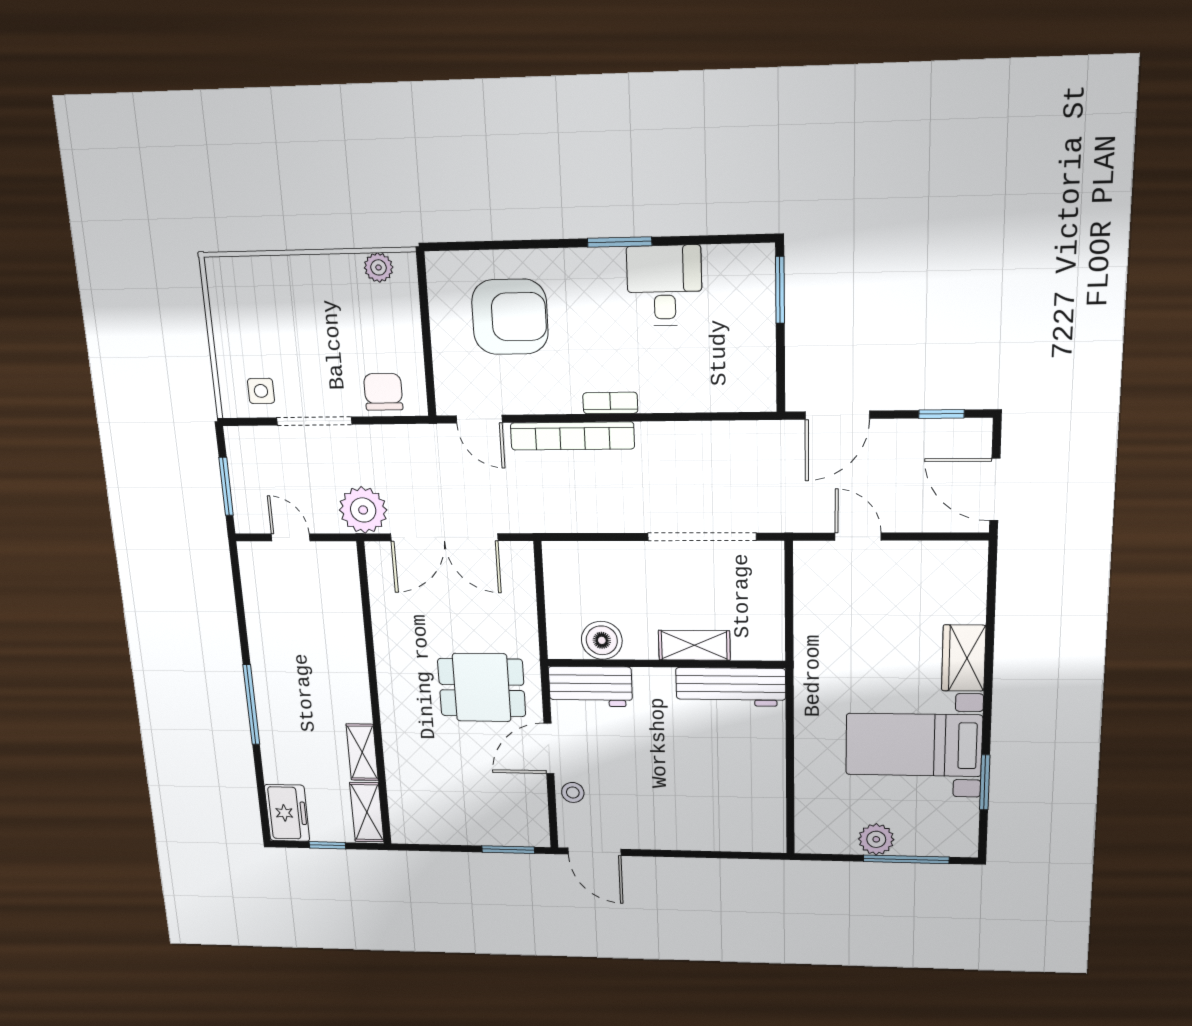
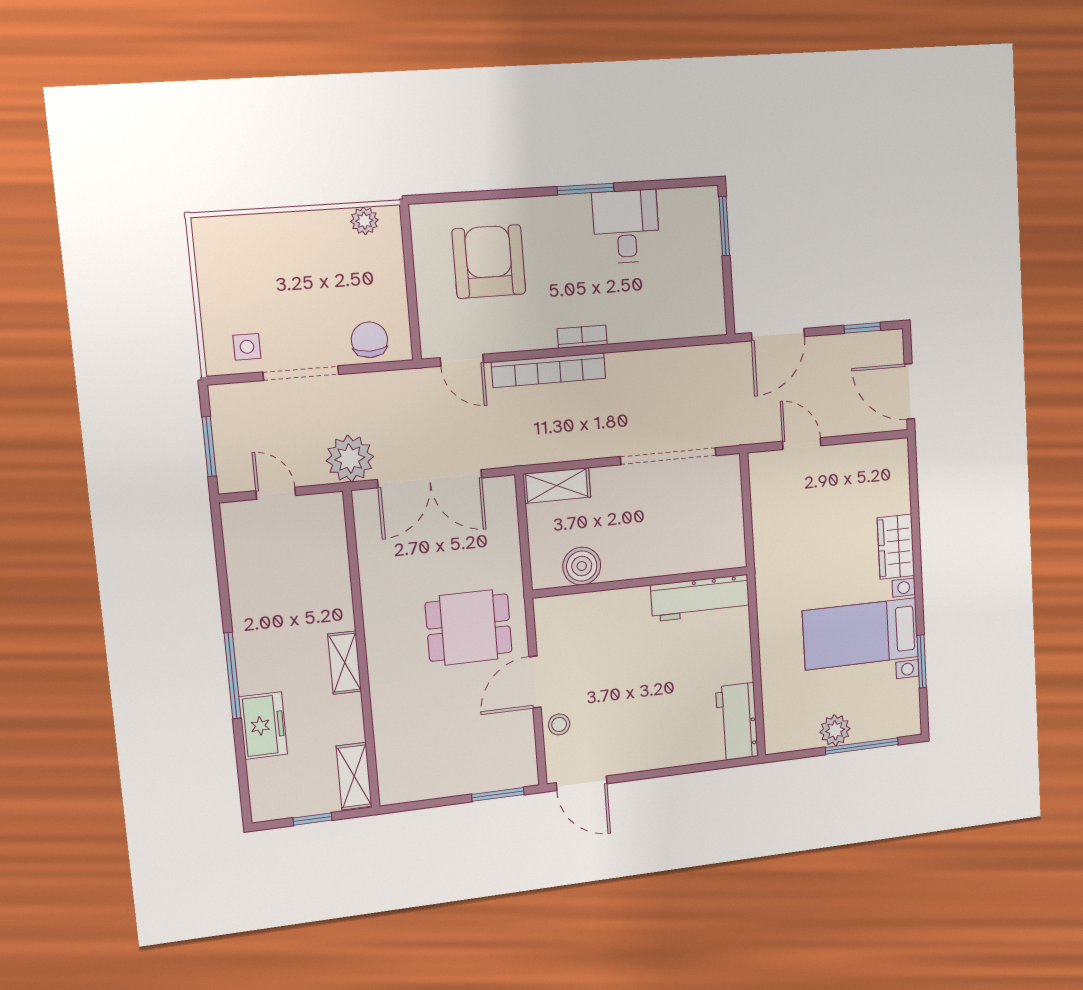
armchair: (510, 317) -> (489, 262), turned -90
shelving: (694, 645) -> (557, 485), moved
workbench: (590, 687) -> (737, 722), moved, turned 90
shelving: (362, 752) -> (345, 663), moved
freezer: (287, 813) -> (263, 726), moved

